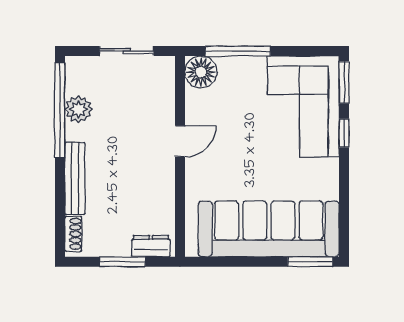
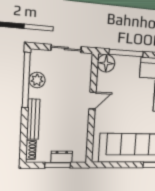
dresser: (151, 246) -> (62, 157), moved

